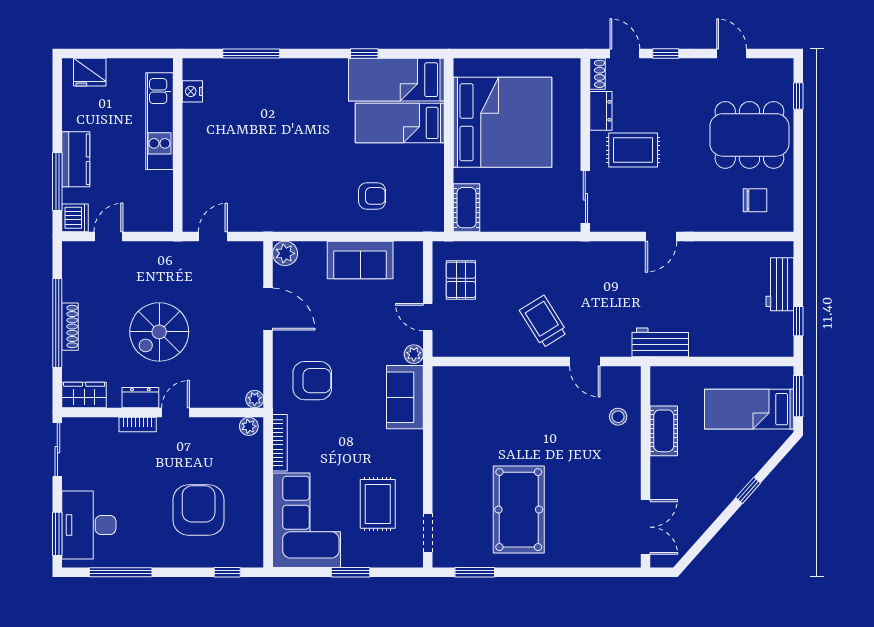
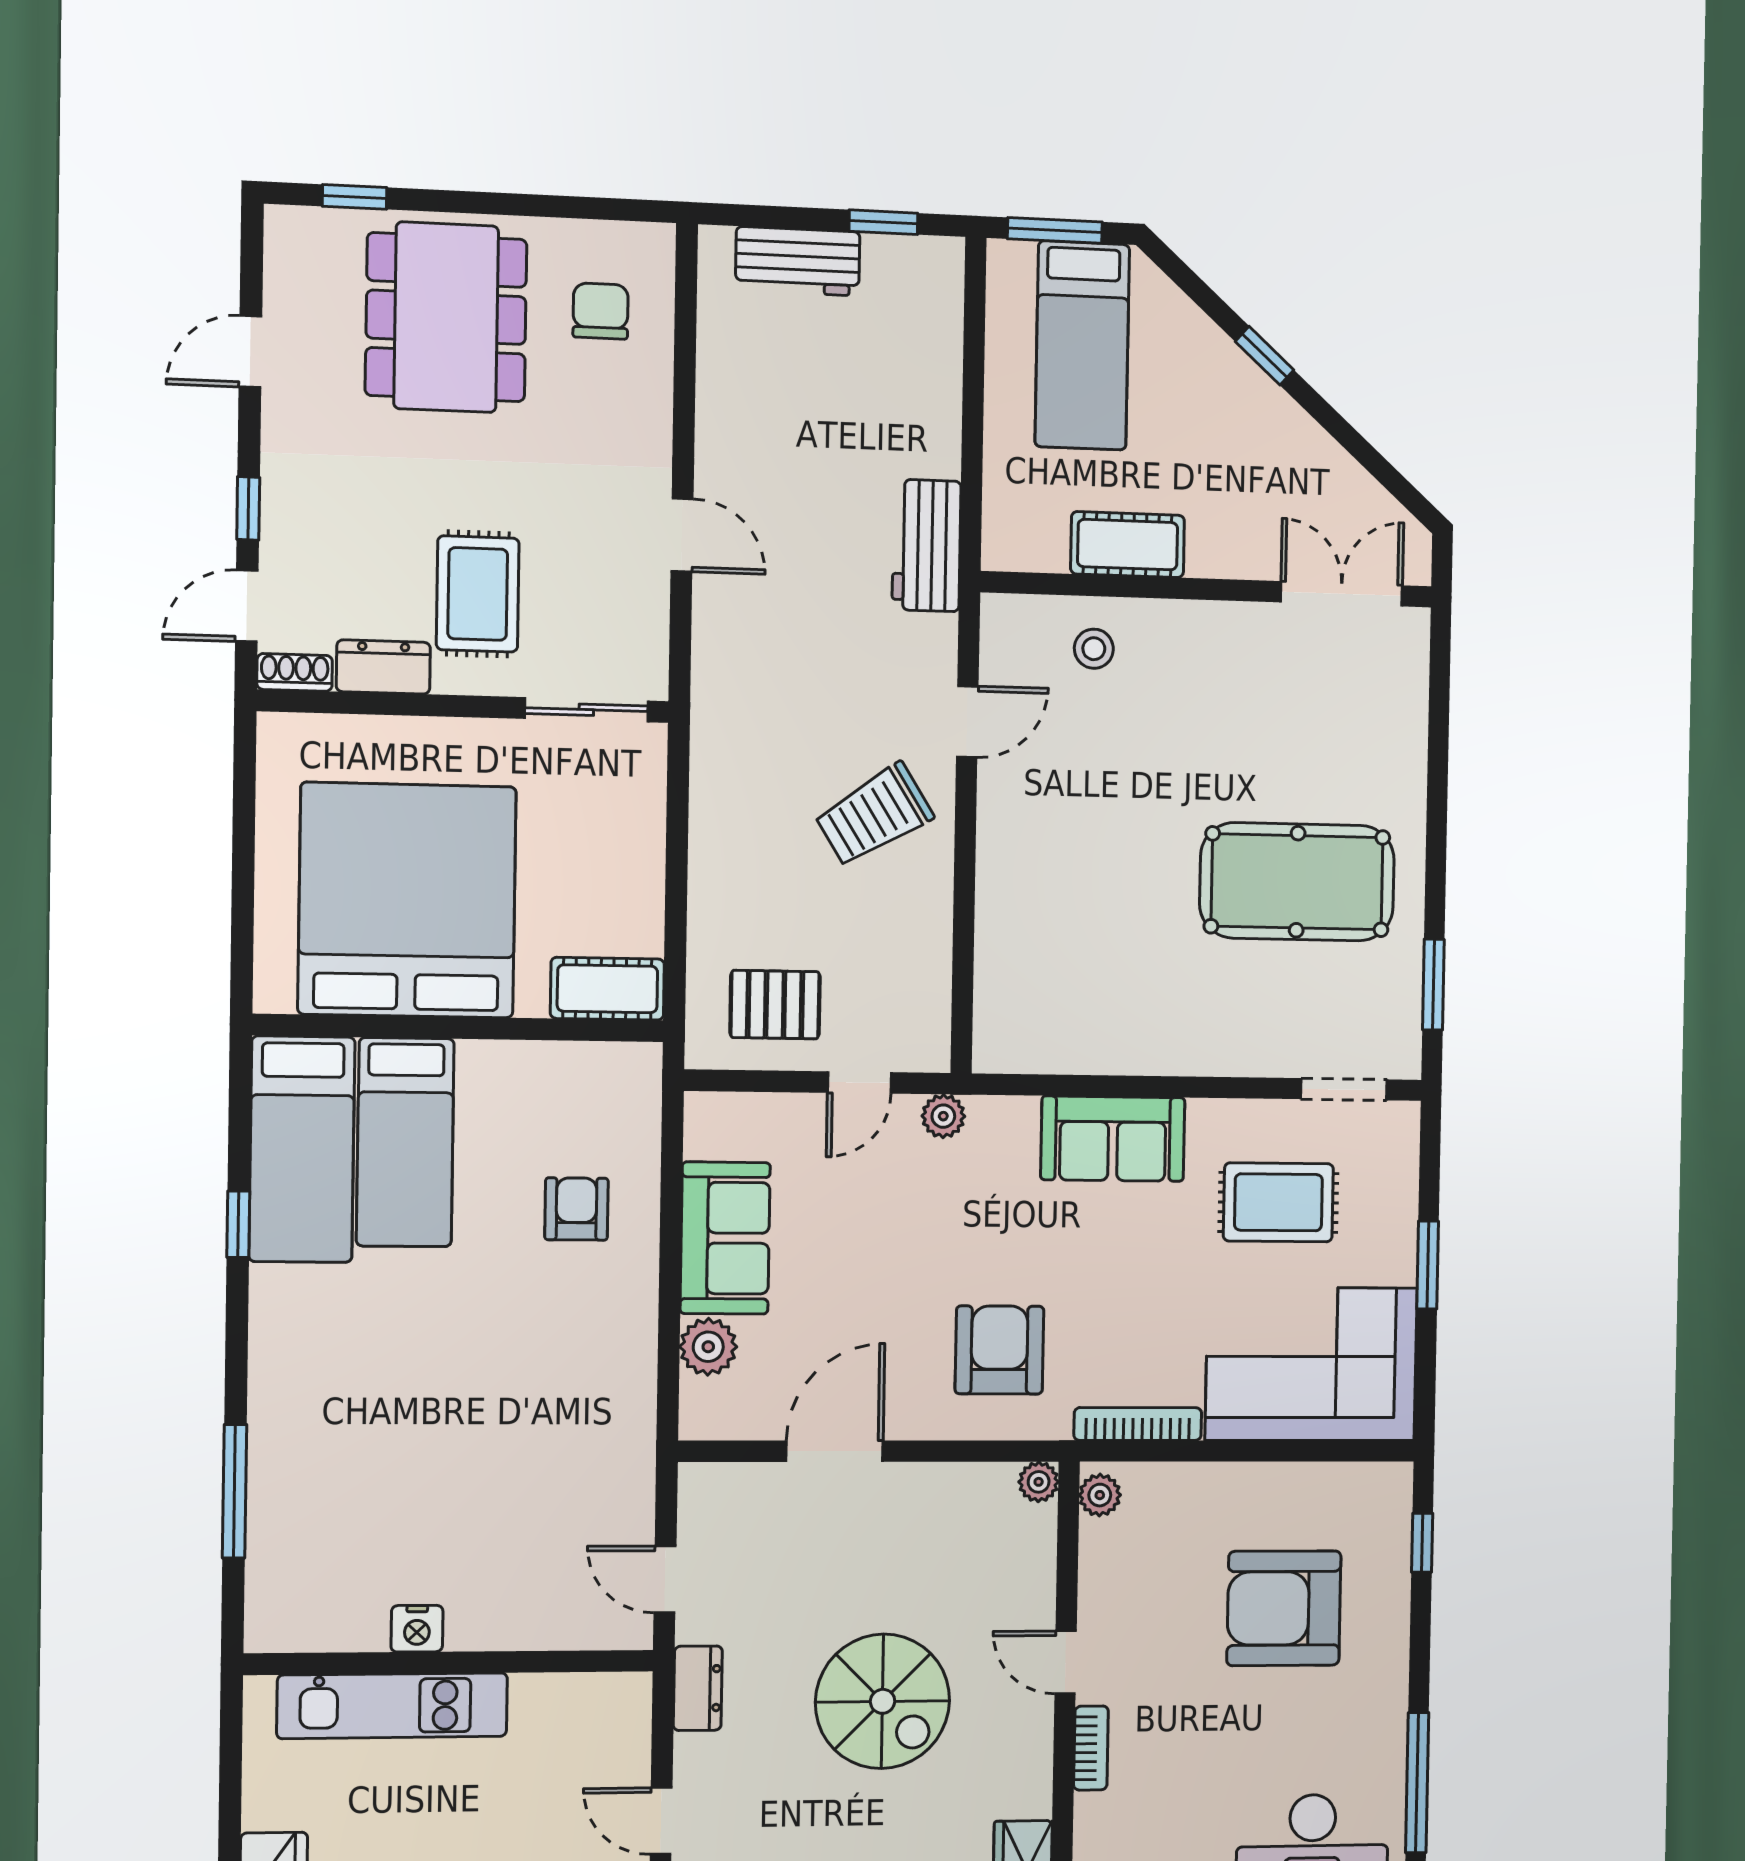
nightstand: (192, 91) -> (417, 1629), moved
plant: (285, 253) -> (708, 1347), moved
sofa: (405, 397) -> (1113, 1139), moved
dresser: (140, 398) -> (698, 1688), moved, turned 180

